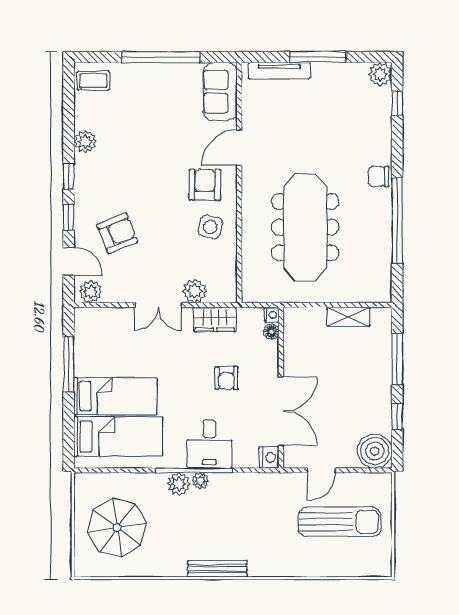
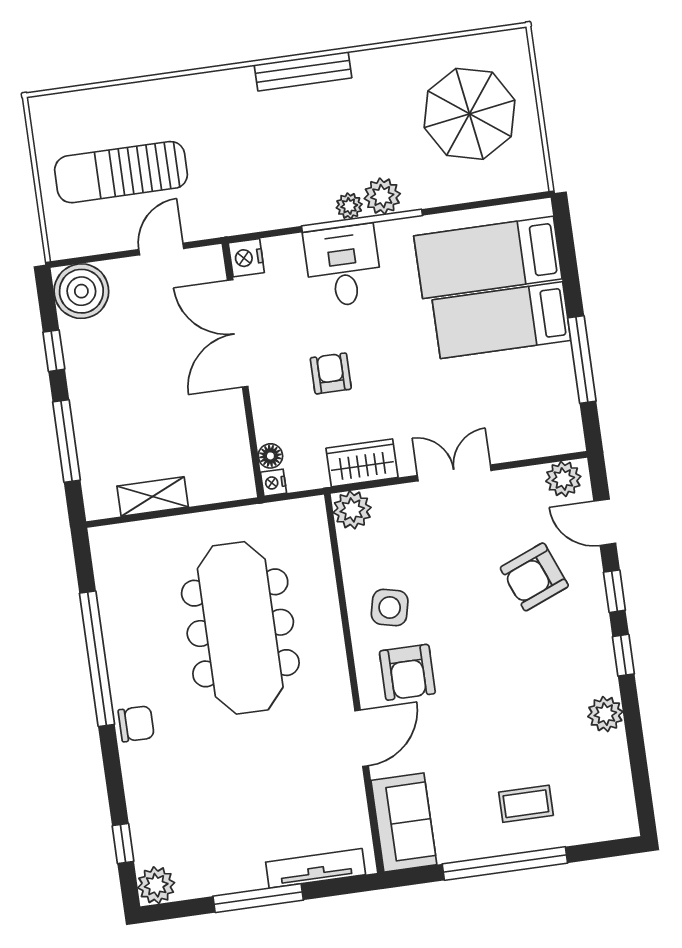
coffee table: (93, 81) -> (526, 804), moved
plant: (195, 291) -> (352, 510), moved

